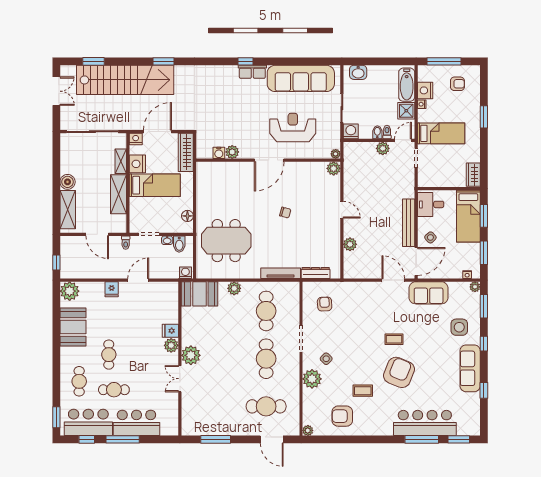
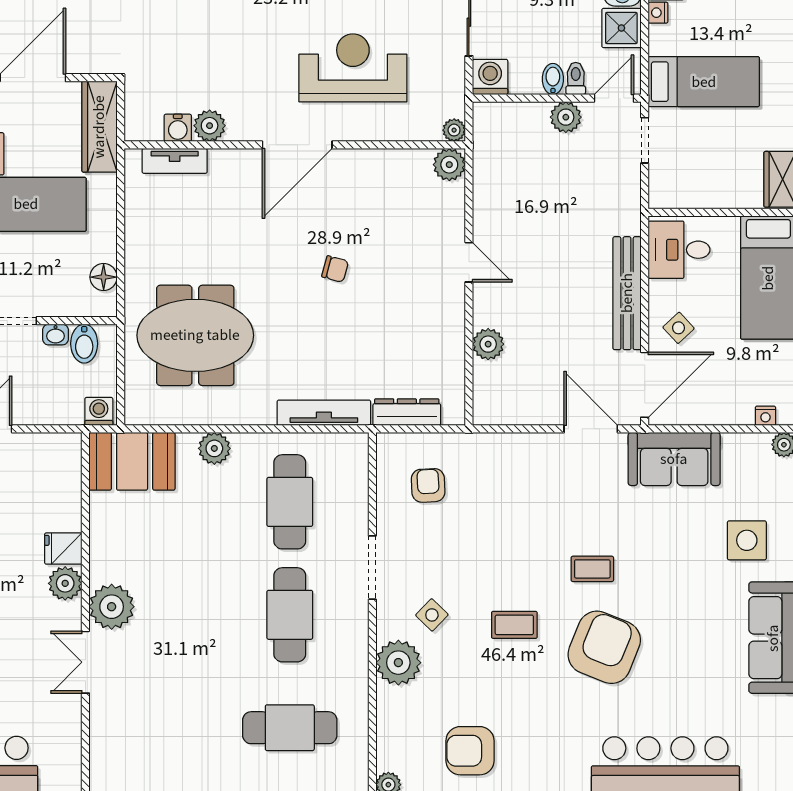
tv unit: (217, 167) -> (175, 161), added
coffee table: (363, 391) -> (514, 625), moved

